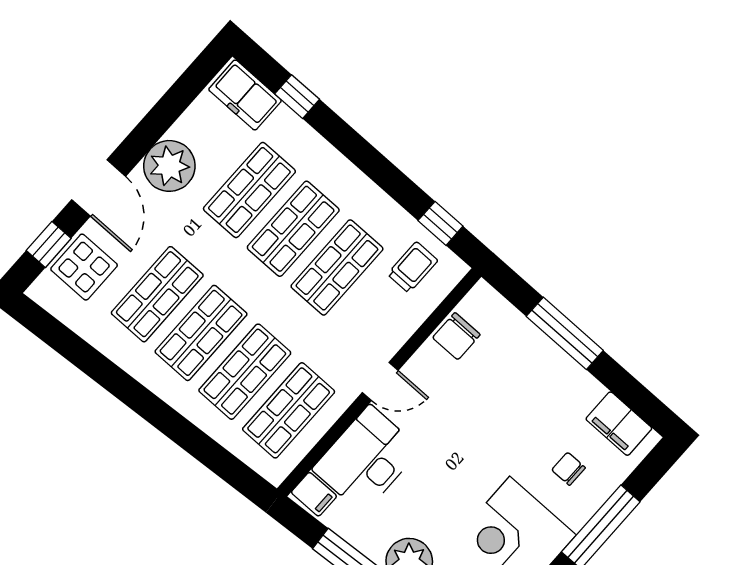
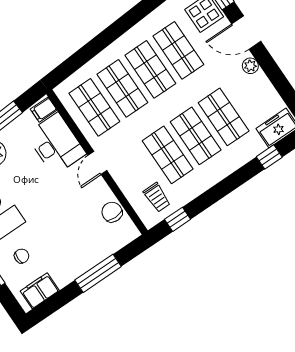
plant: (169, 166) -> (250, 66), width x0.53, depth x0.53

